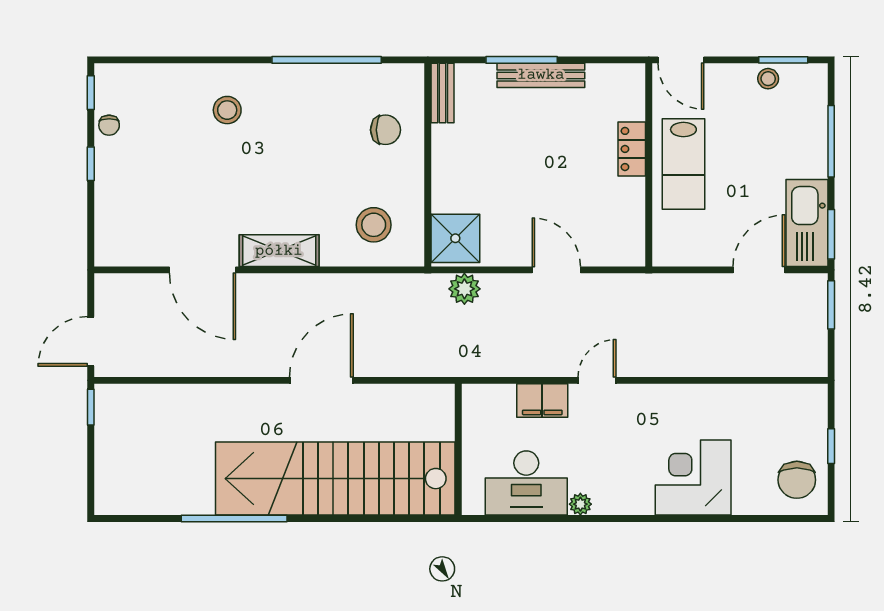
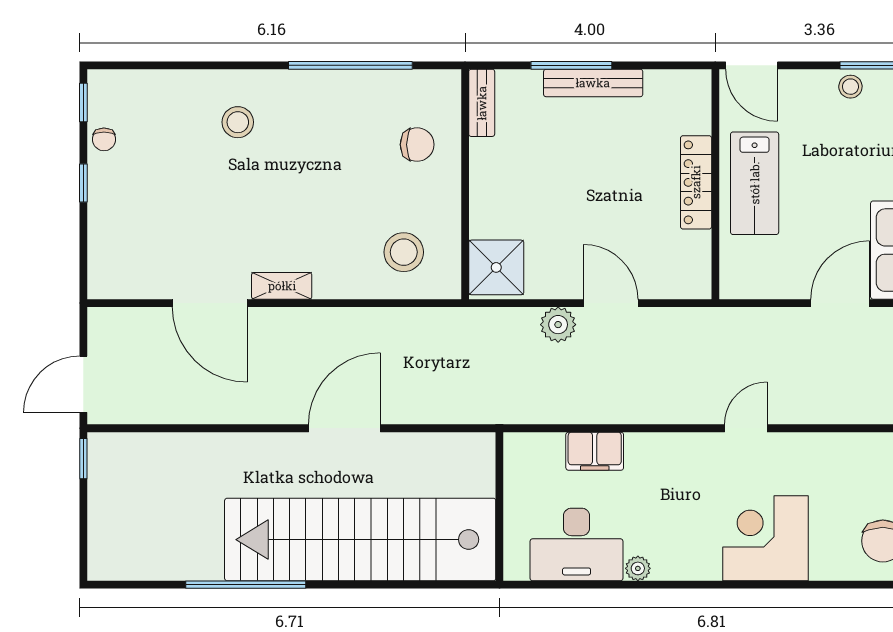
locker: (632, 149) -> (696, 182), width x1.53
shelving: (279, 251) -> (282, 286), width x0.67, depth x0.75
plant: (464, 289) -> (558, 325), moved
door: (597, 380) -> (746, 428), moved

